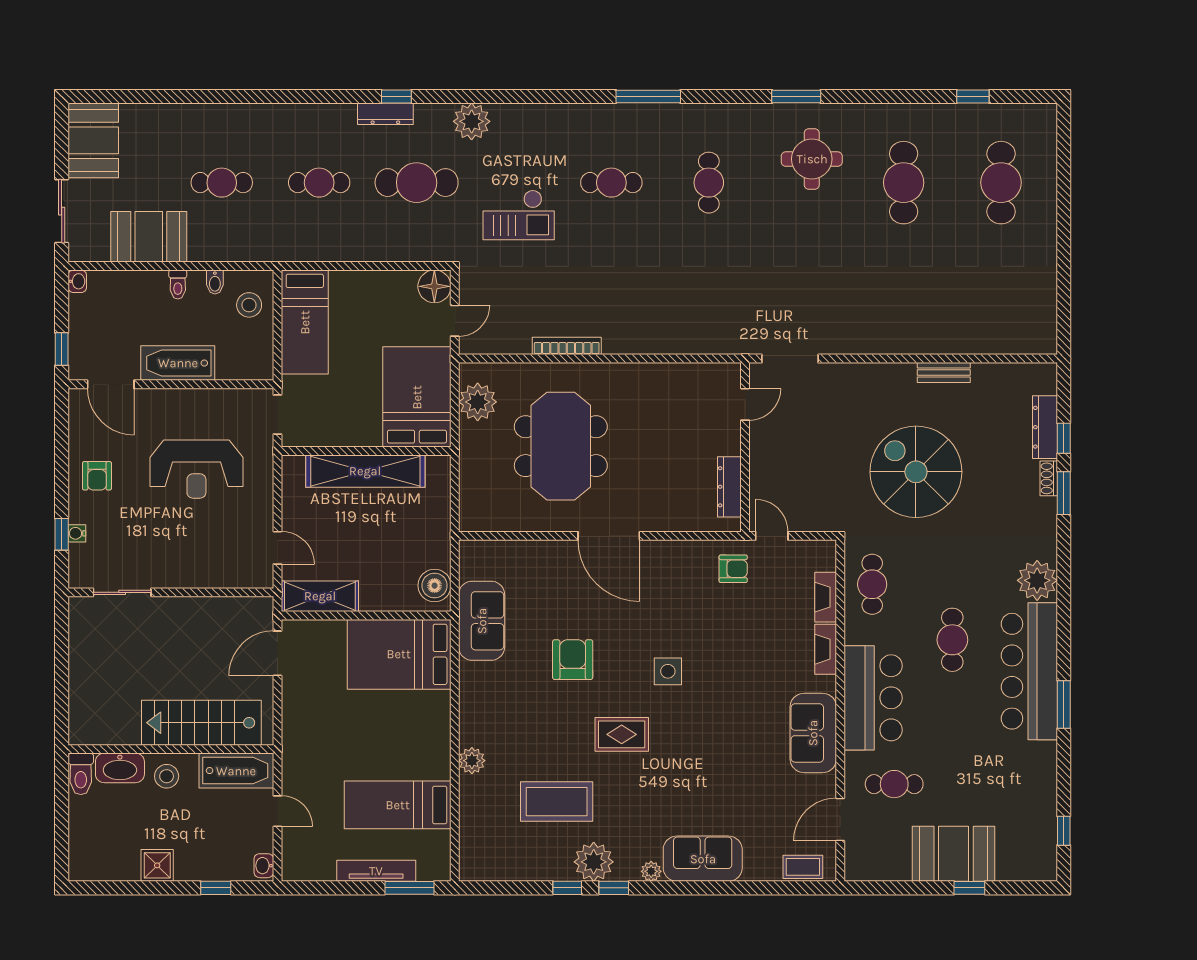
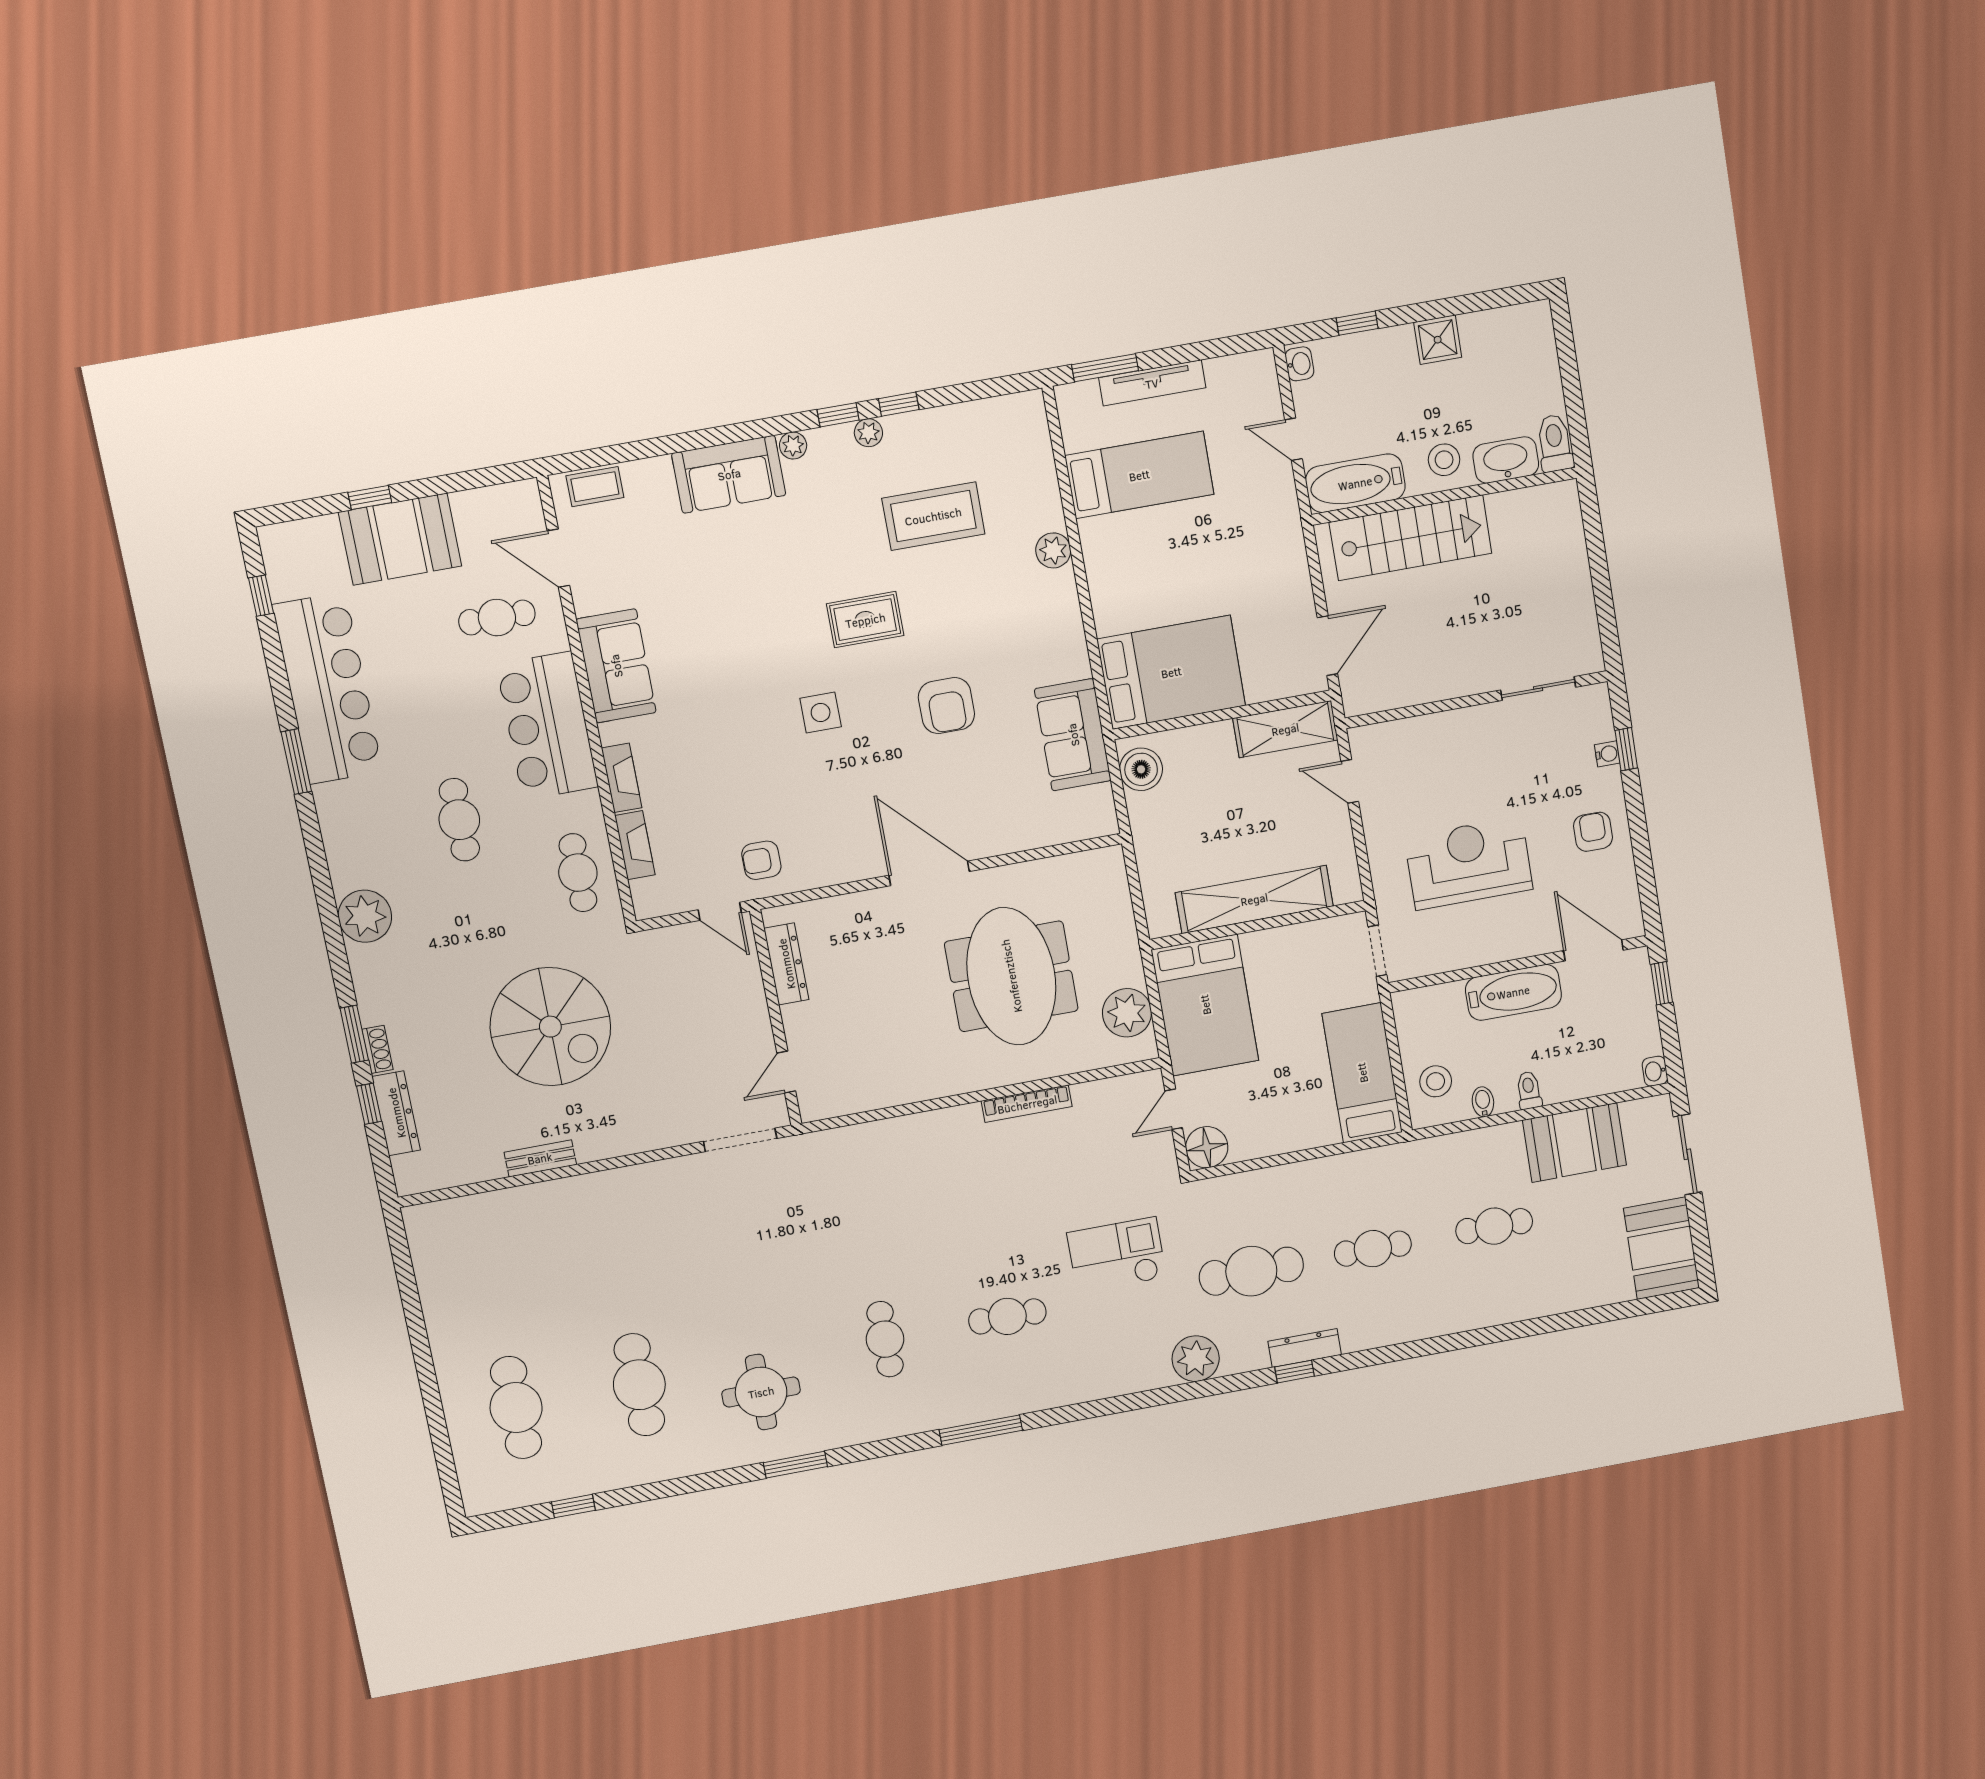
bar counter: (1029, 671) -> (328, 688), moved
door: (840, 820) -> (558, 558), swing flipped
plant: (594, 862) -> (868, 433), width x0.53, depth x0.53

